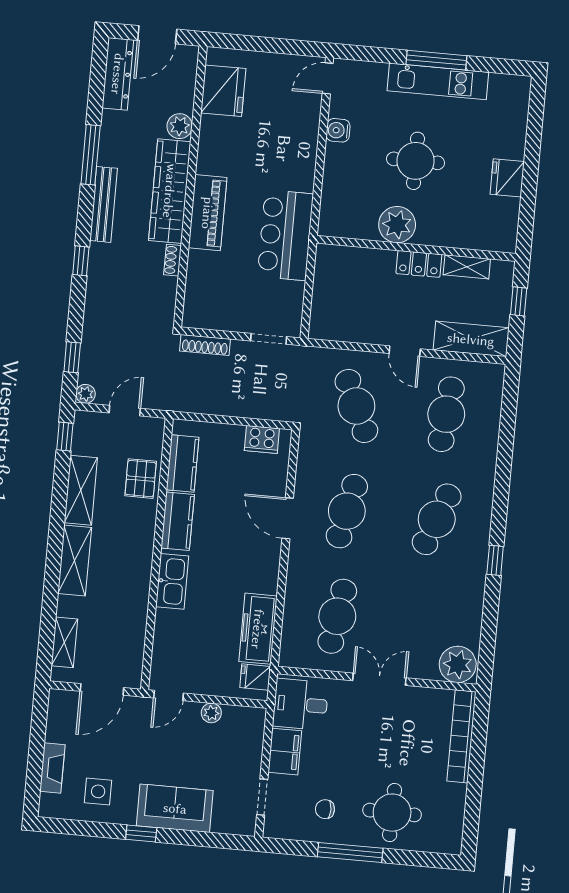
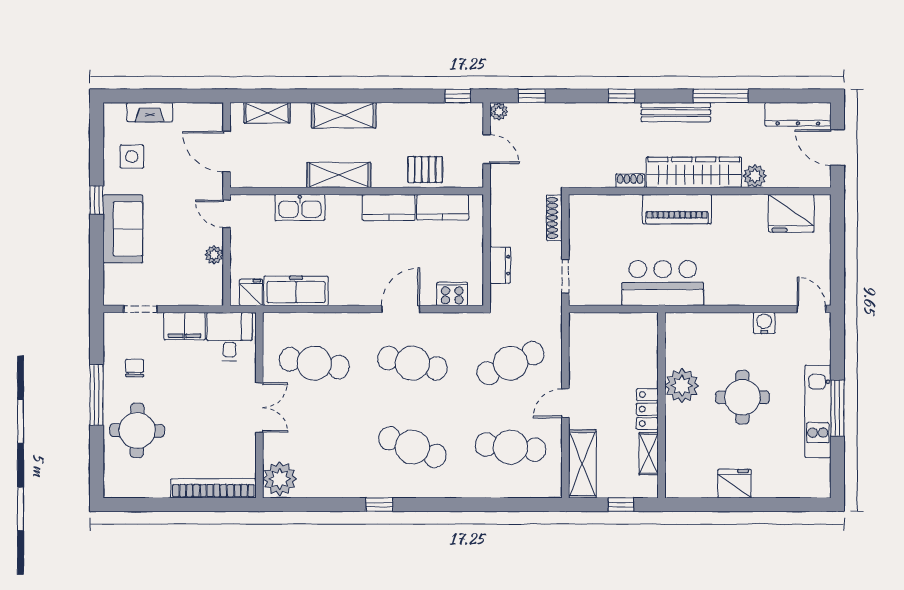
dresser: (250, 407) -> (500, 265), added
cooker: (262, 439) -> (452, 294), moved, turned 90
shelving: (81, 490) -> (339, 175), moved
kitchen sink: (172, 581) -> (300, 207), moved

